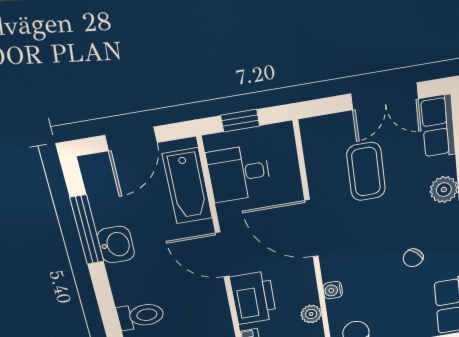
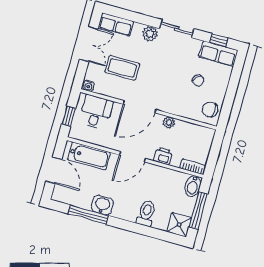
desk: (239, 173) -> (96, 112), moved, turned 180
chair: (413, 258) -> (198, 80), moved
water cooler: (333, 290) -> (89, 86), moved
printer: (253, 298) -> (163, 156), width x0.53, depth x0.68
plant: (311, 314) -> (169, 123), moved

